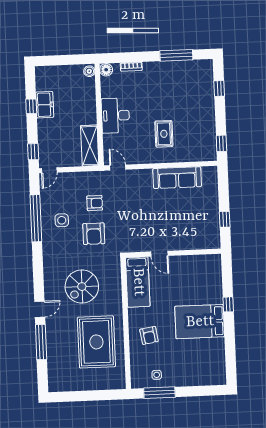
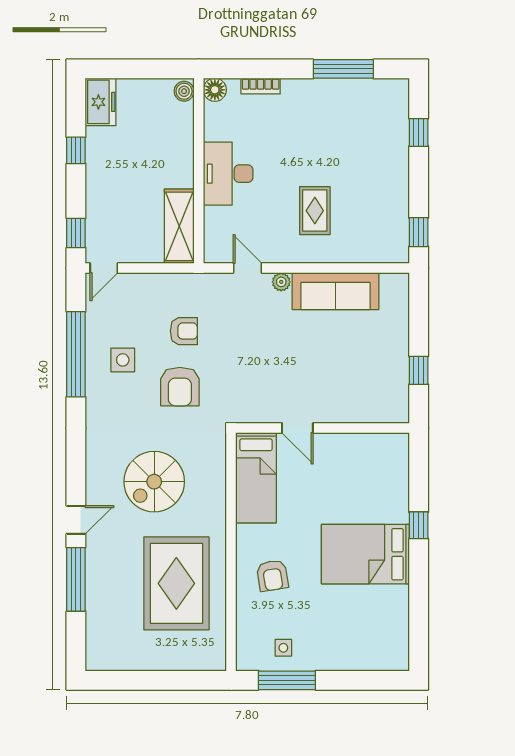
freezer: (45, 105) -> (101, 102), moved
door: (118, 167) -> (247, 268), moved
plant: (147, 174) -> (281, 282), added

